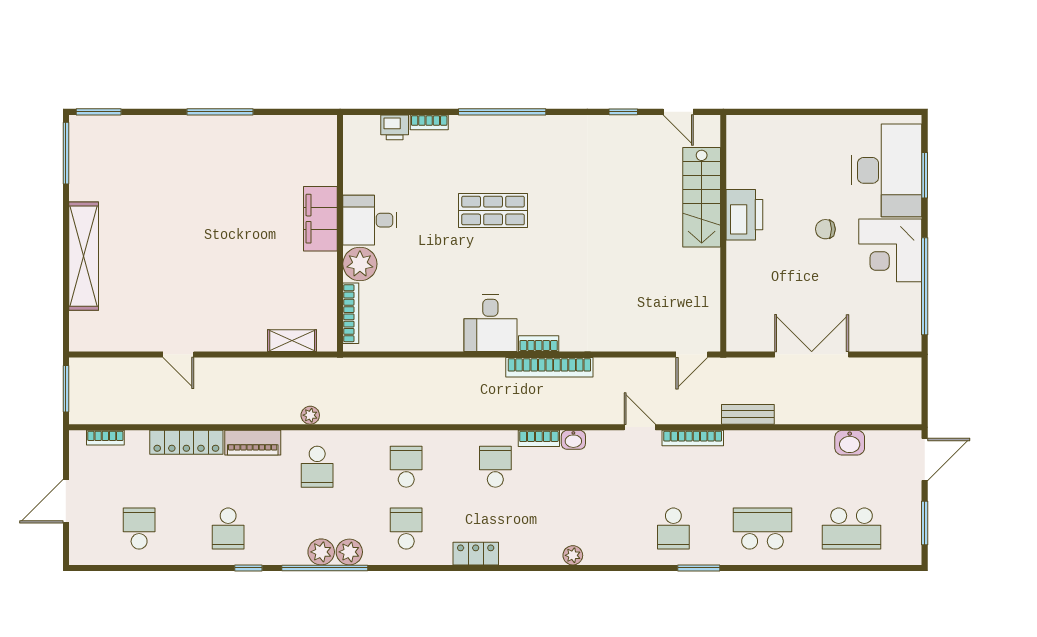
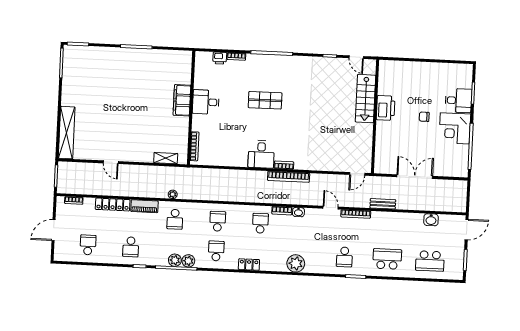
desk: (887, 170) -> (458, 100), width x0.53, depth x0.77
shelving: (84, 256) -> (67, 133), moved
plant: (360, 264) -> (200, 123), removed
plant: (573, 555) -> (296, 263), width x1.88, depth x1.88

